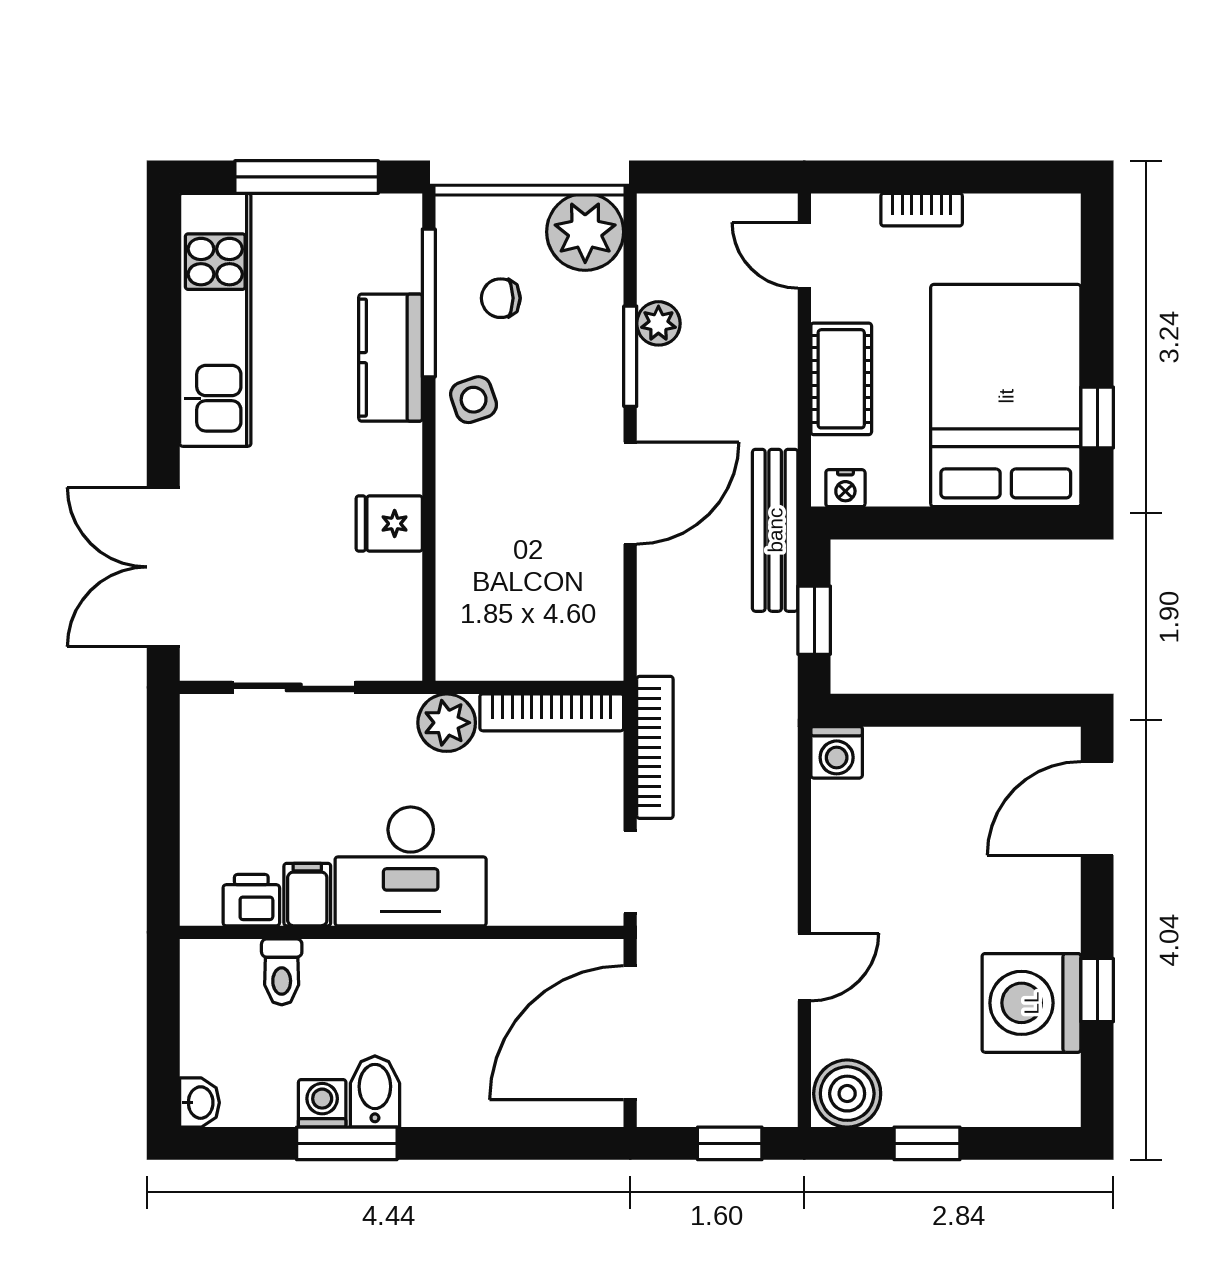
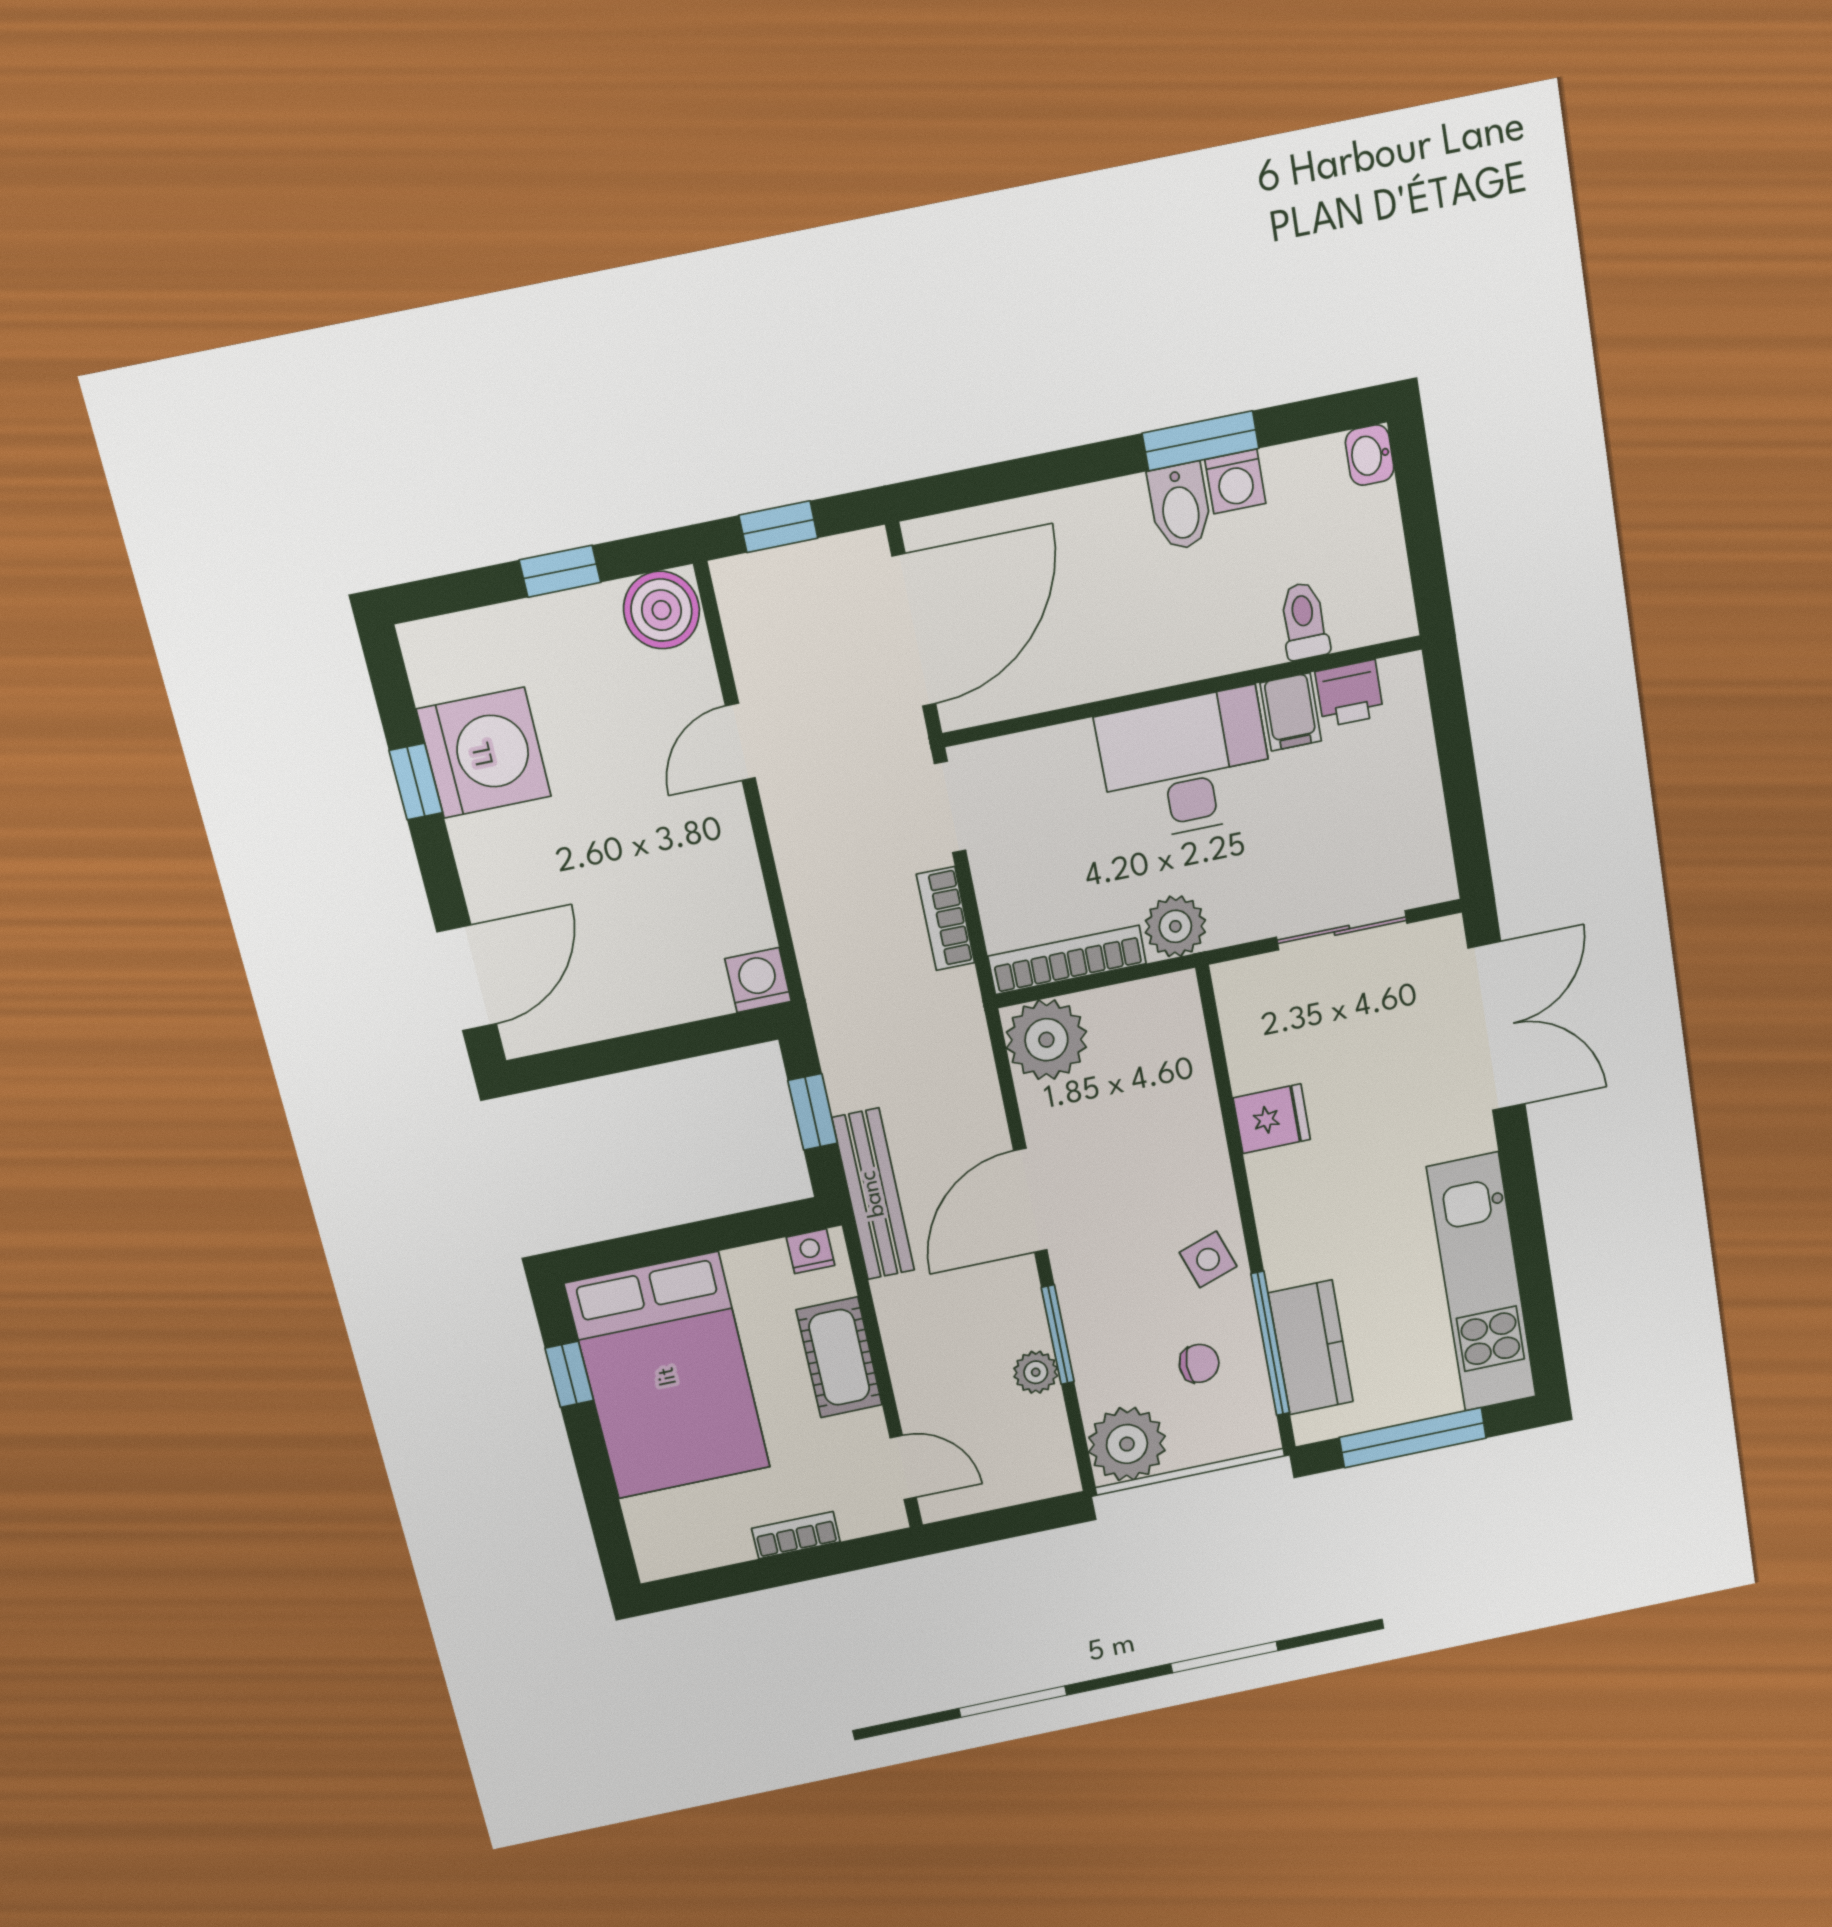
kitchen counter: (391, 358) -> (1311, 1348), moved
plant: (585, 642) -> (1046, 1040), added
bookcase: (655, 747) -> (946, 919), width x0.64

